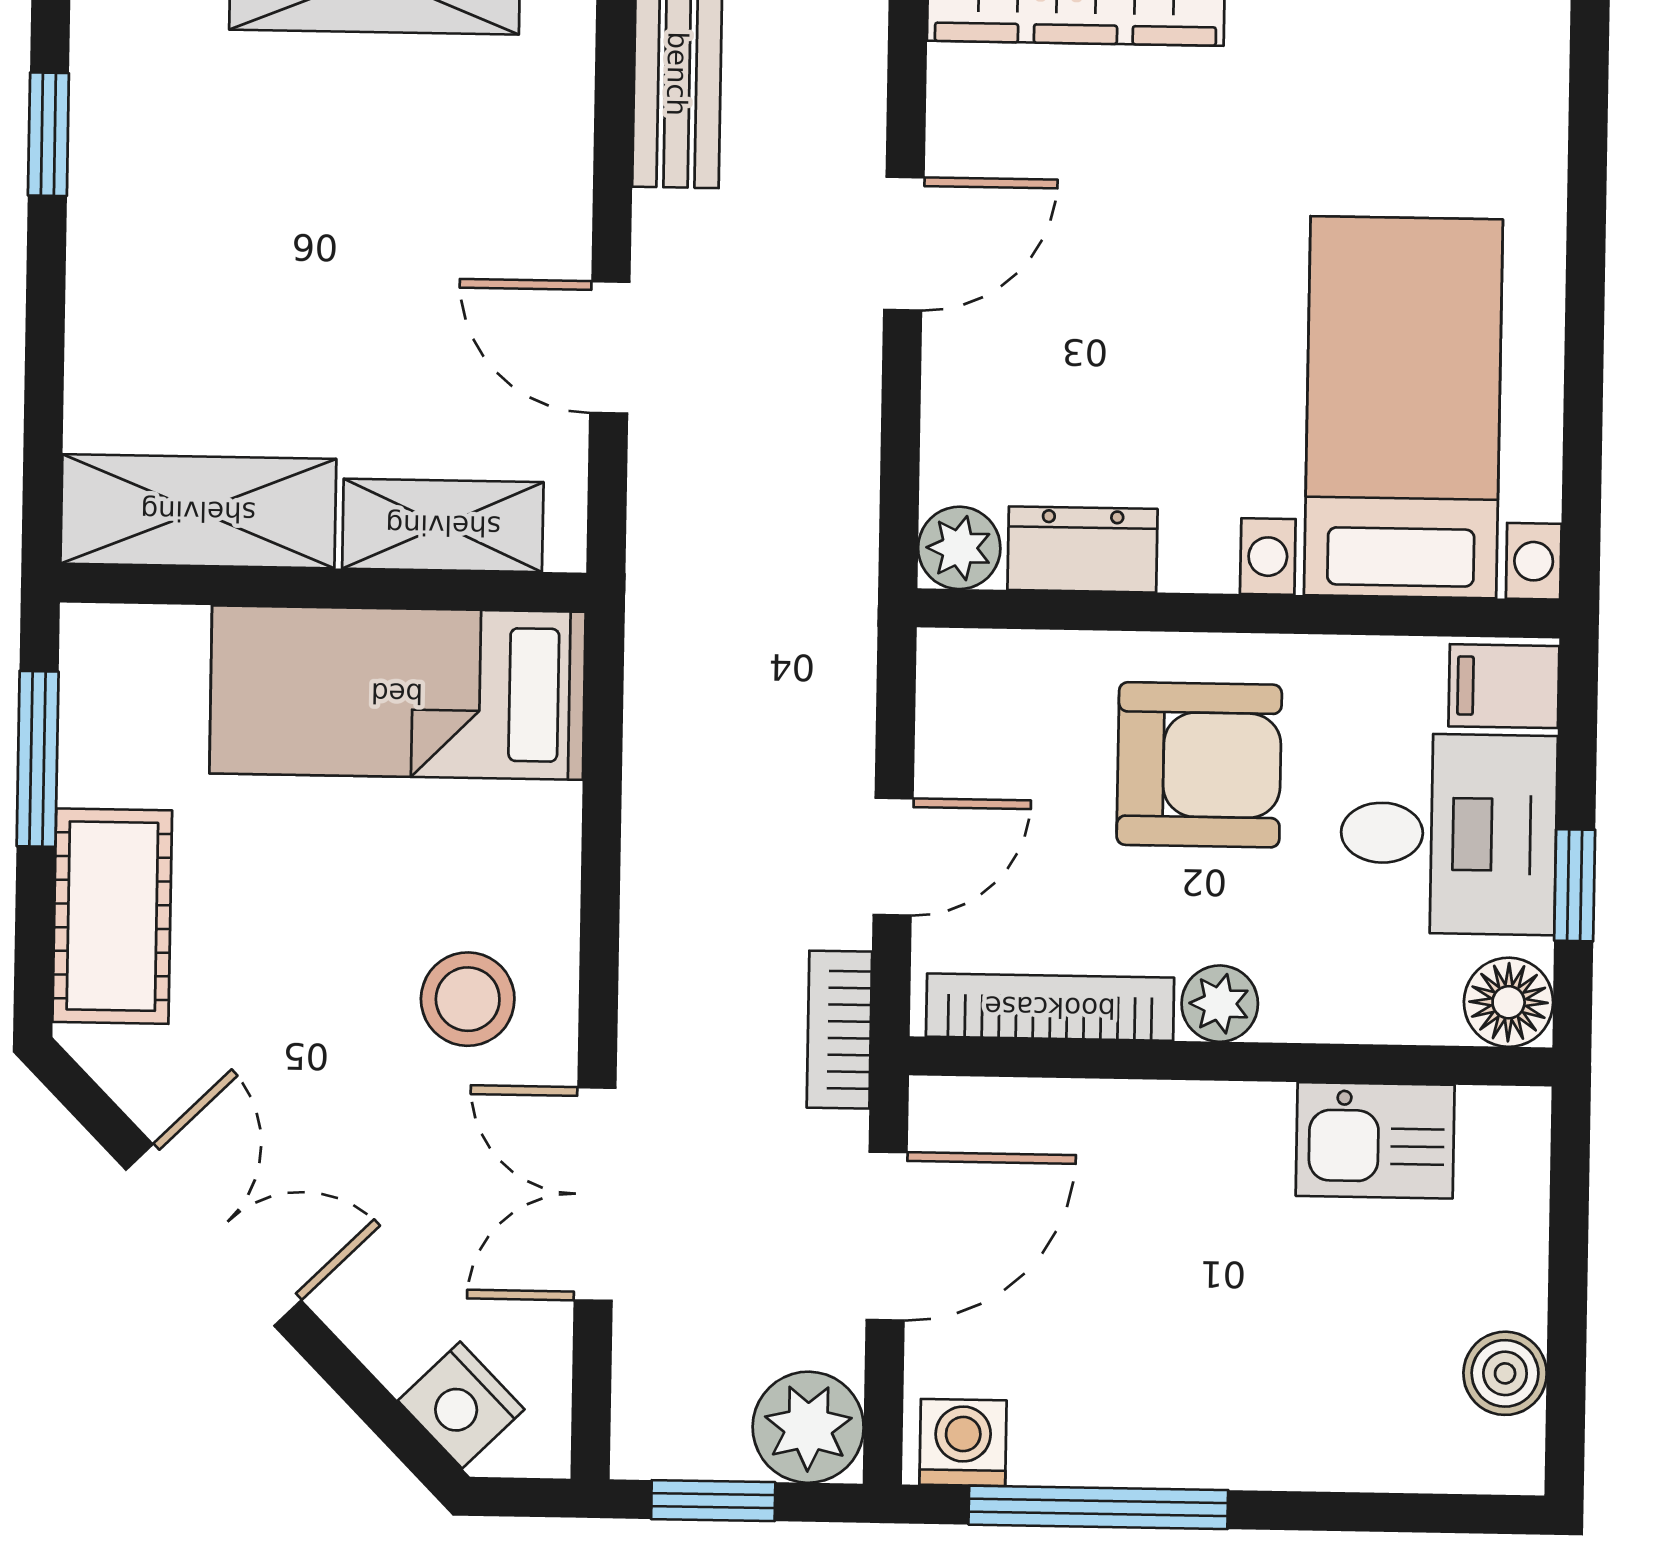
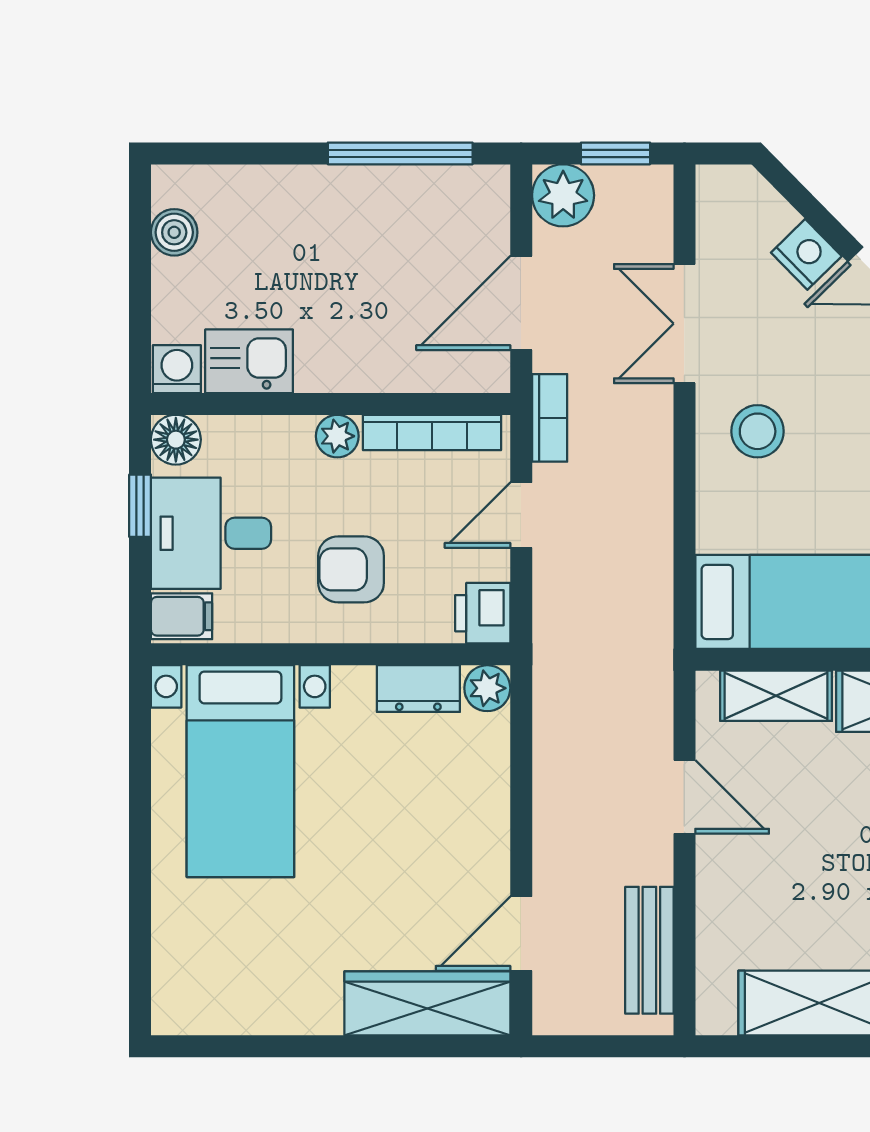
door: (904, 244) -> (521, 934), moved
printer: (965, 682) -> (483, 613), added
armchair: (1199, 765) -> (351, 569), width x0.72, depth x0.72
double door: (595, 1194) -> (684, 324), swing flipped
nightstand: (461, 1405) -> (806, 254), moved
washing machine: (963, 1443) -> (177, 369), moved, turned 180

